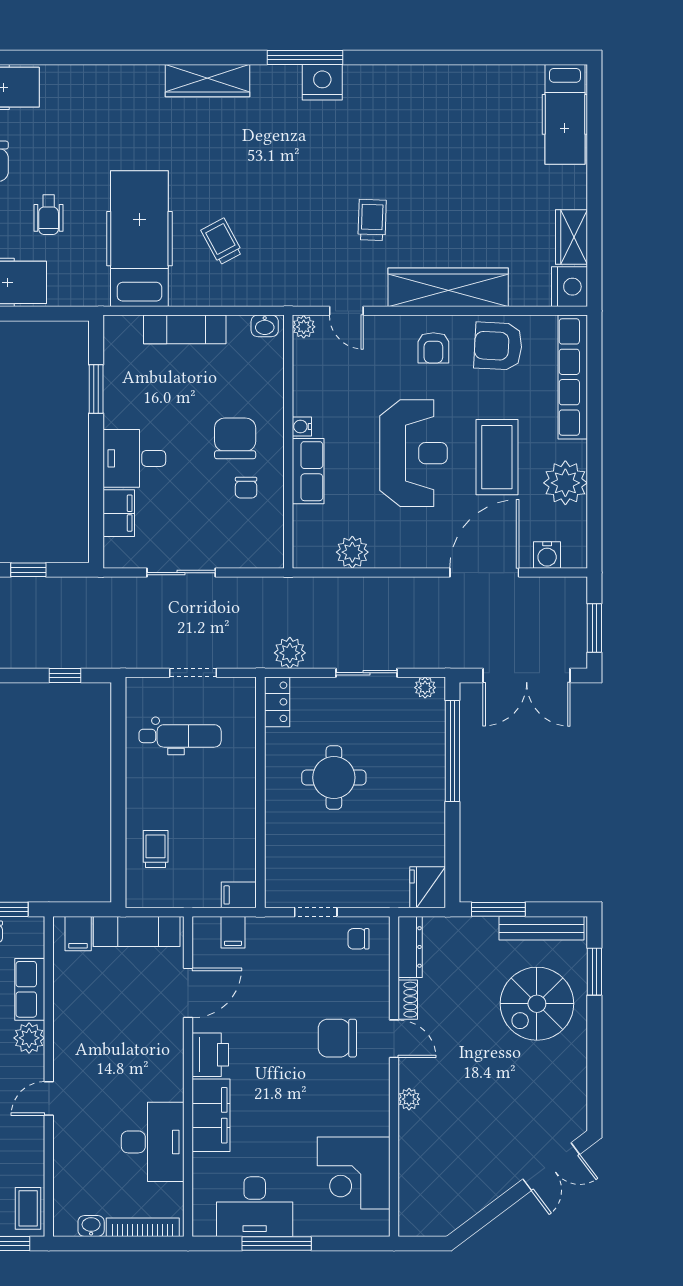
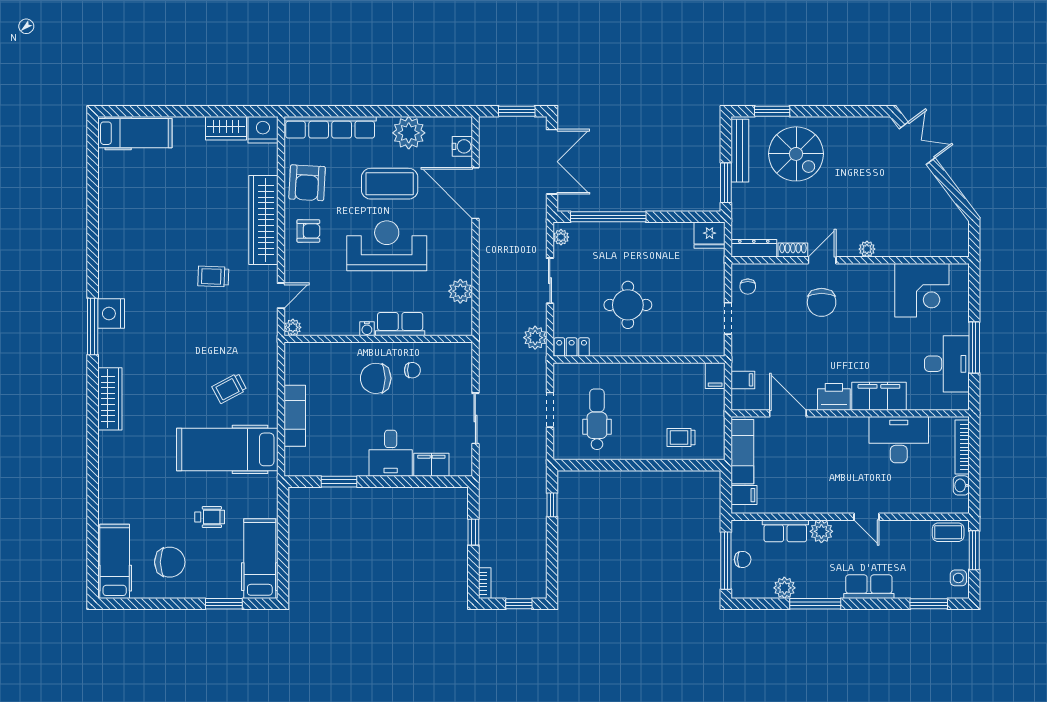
washbasin: (265, 326) -> (292, 356), removed

